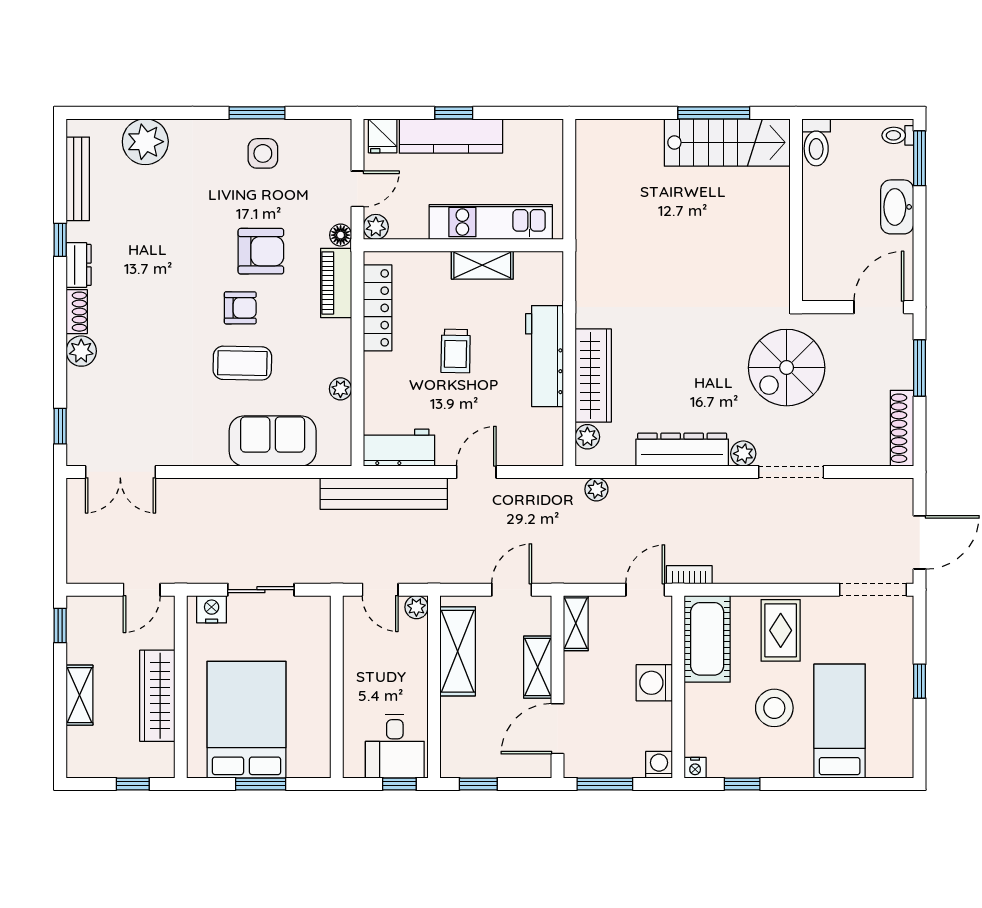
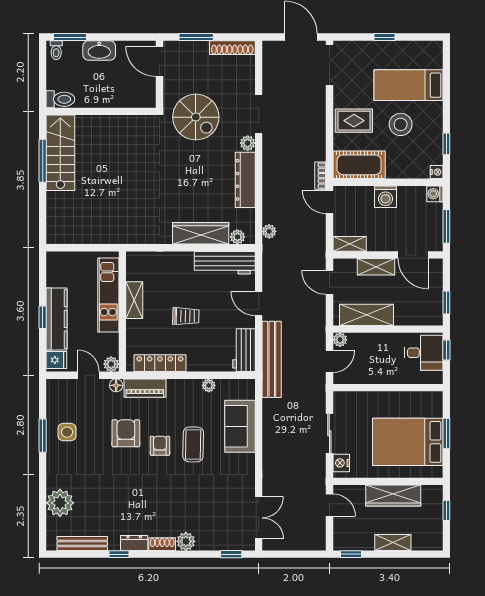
workbench: (544, 356) -> (225, 263), moved

